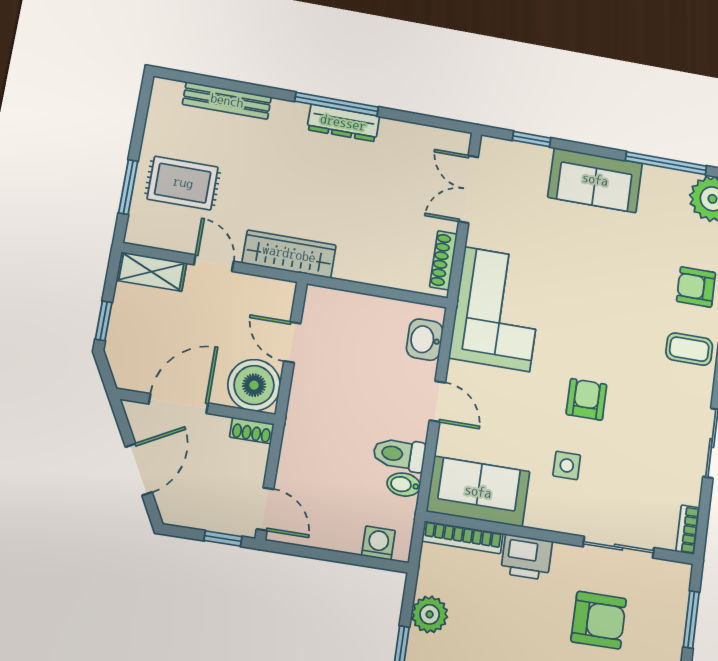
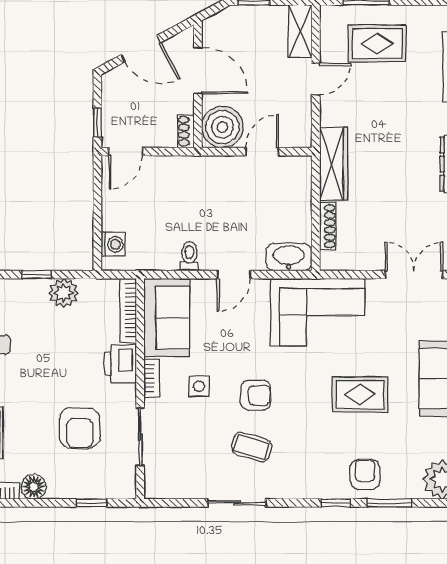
rug: (183, 183) -> (377, 43), turned 90
wardrobe: (289, 254) -> (334, 164), moved
shoe rack: (443, 260) -> (328, 226), moved, turned 90
rug: (602, 276) -> (360, 394), added
washbasin: (425, 340) -> (289, 257), width x1.38
coffee table: (689, 349) -> (252, 447), moved, turned -73
toilet: (399, 454) -> (189, 256), width x0.73, depth x0.72
bidet: (404, 485) -> (163, 257), removed
bookcase: (688, 530) -> (152, 378), moved, turned 90
window: (691, 620) -> (92, 503), width x0.67

